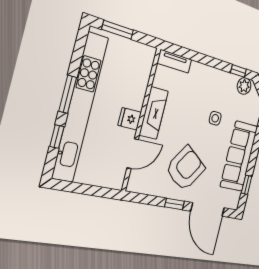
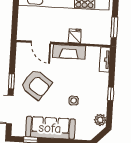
window: (118, 30) -> (114, 27), moved
window: (238, 71) -> (111, 94), moved
fridge: (130, 119) -> (75, 36), moved

